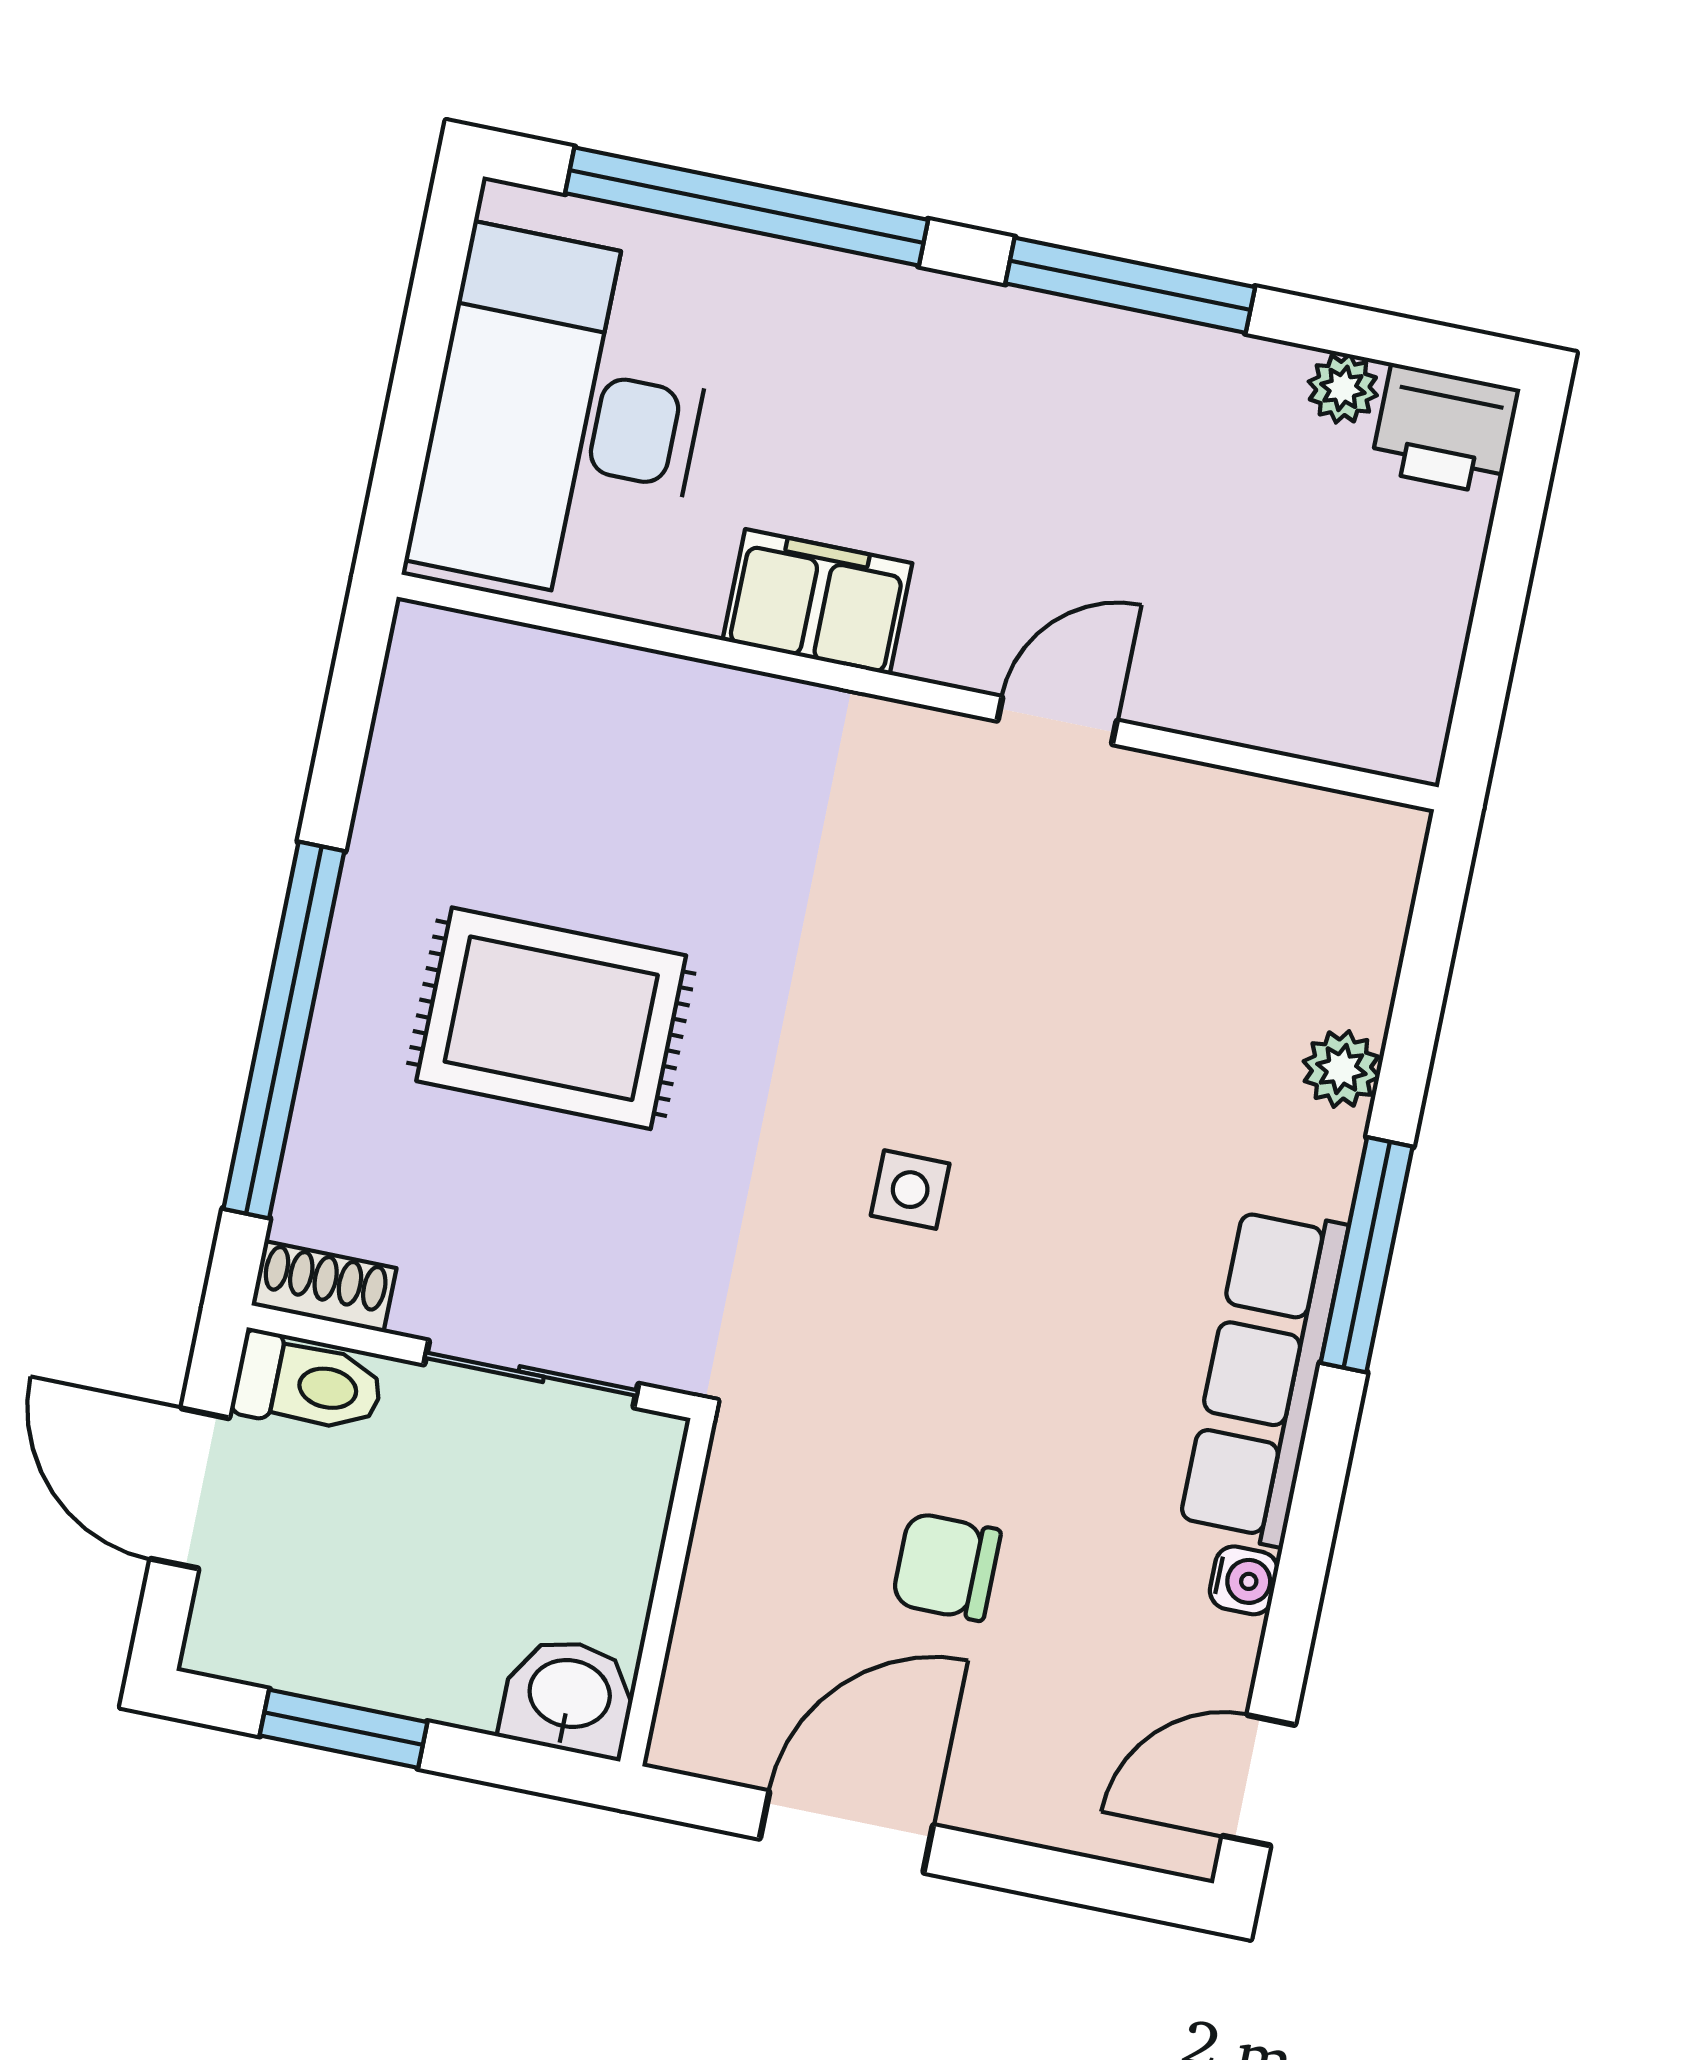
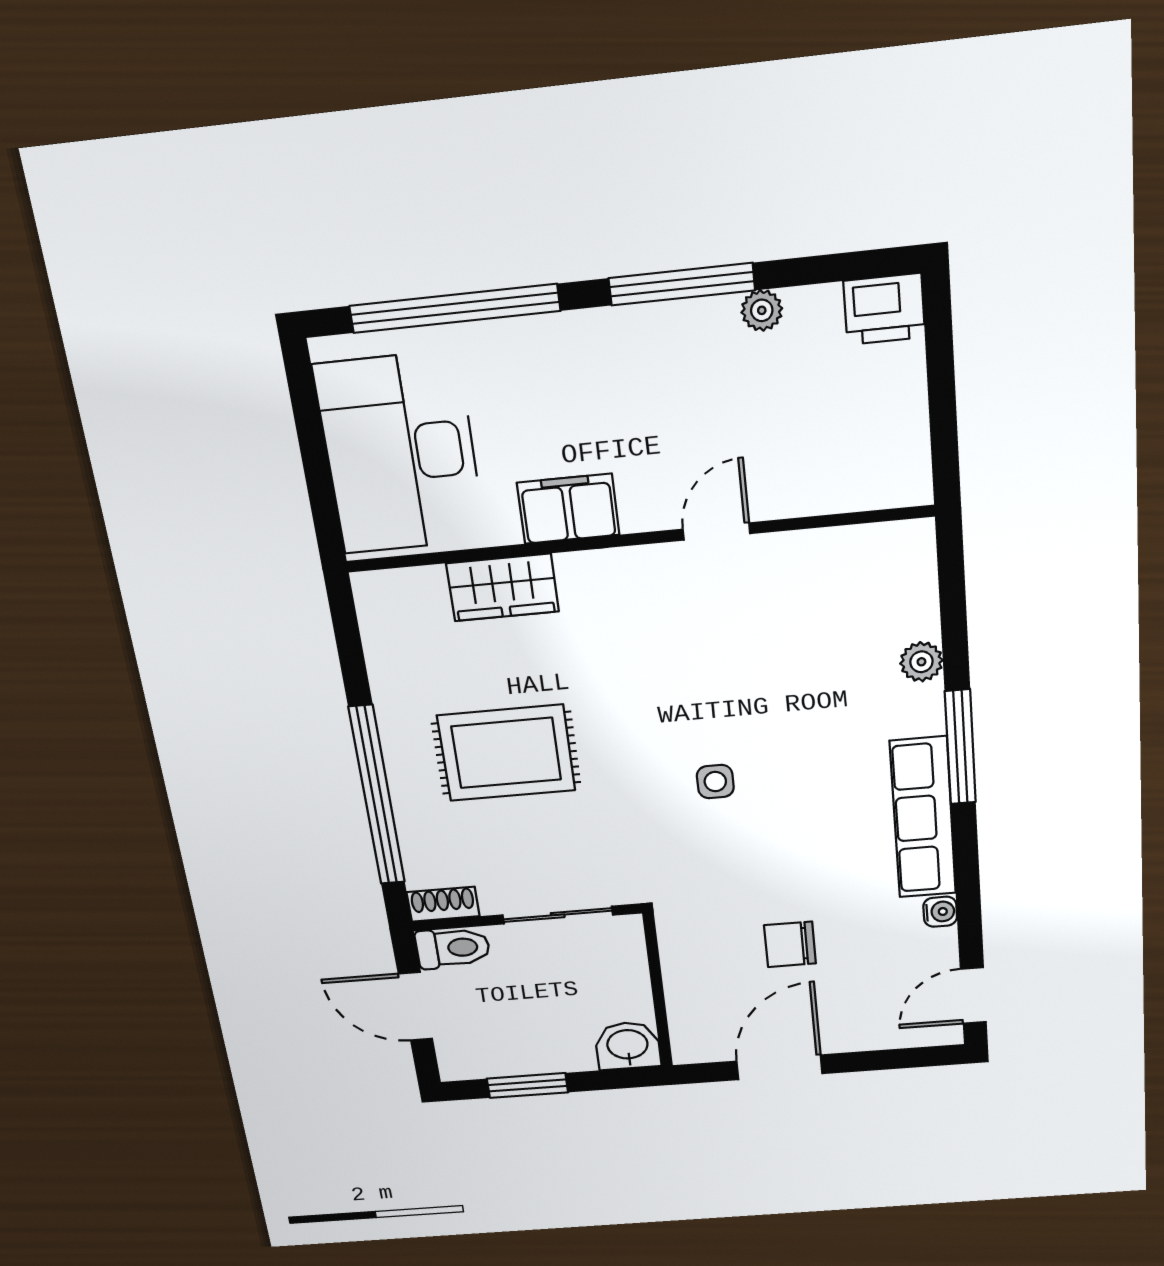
plant: (1343, 388) -> (762, 310), moved
wardrobe: (655, 706) -> (503, 587), added

